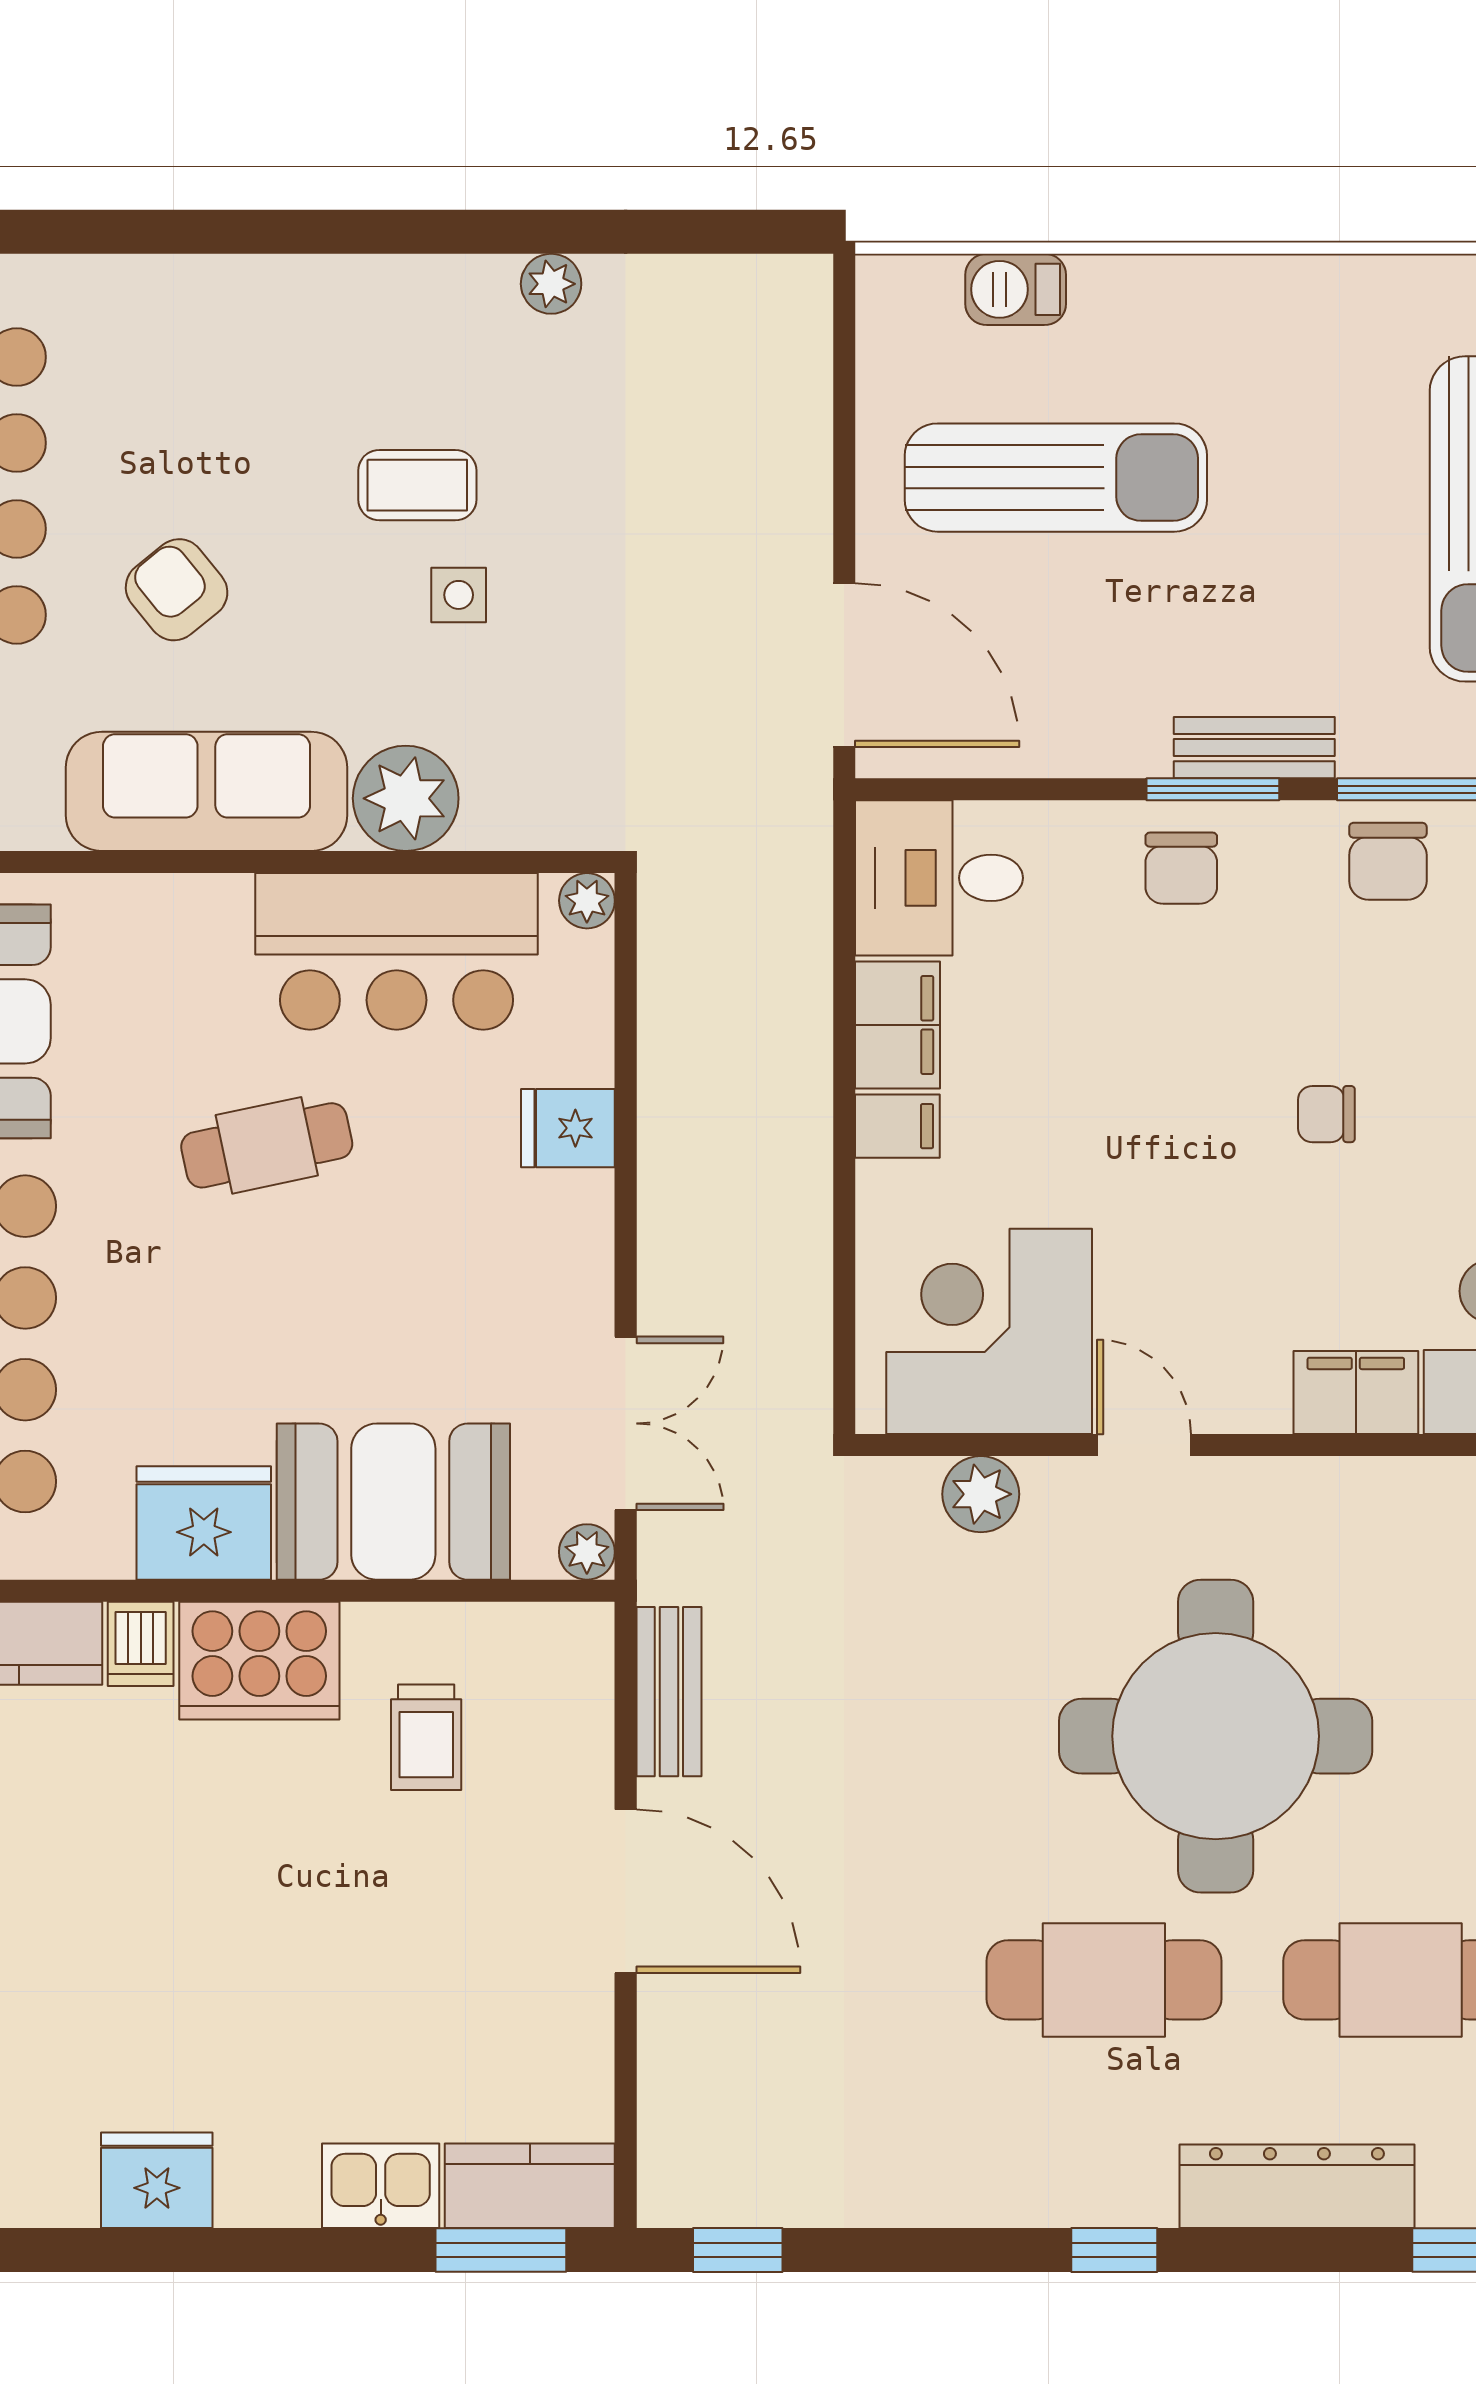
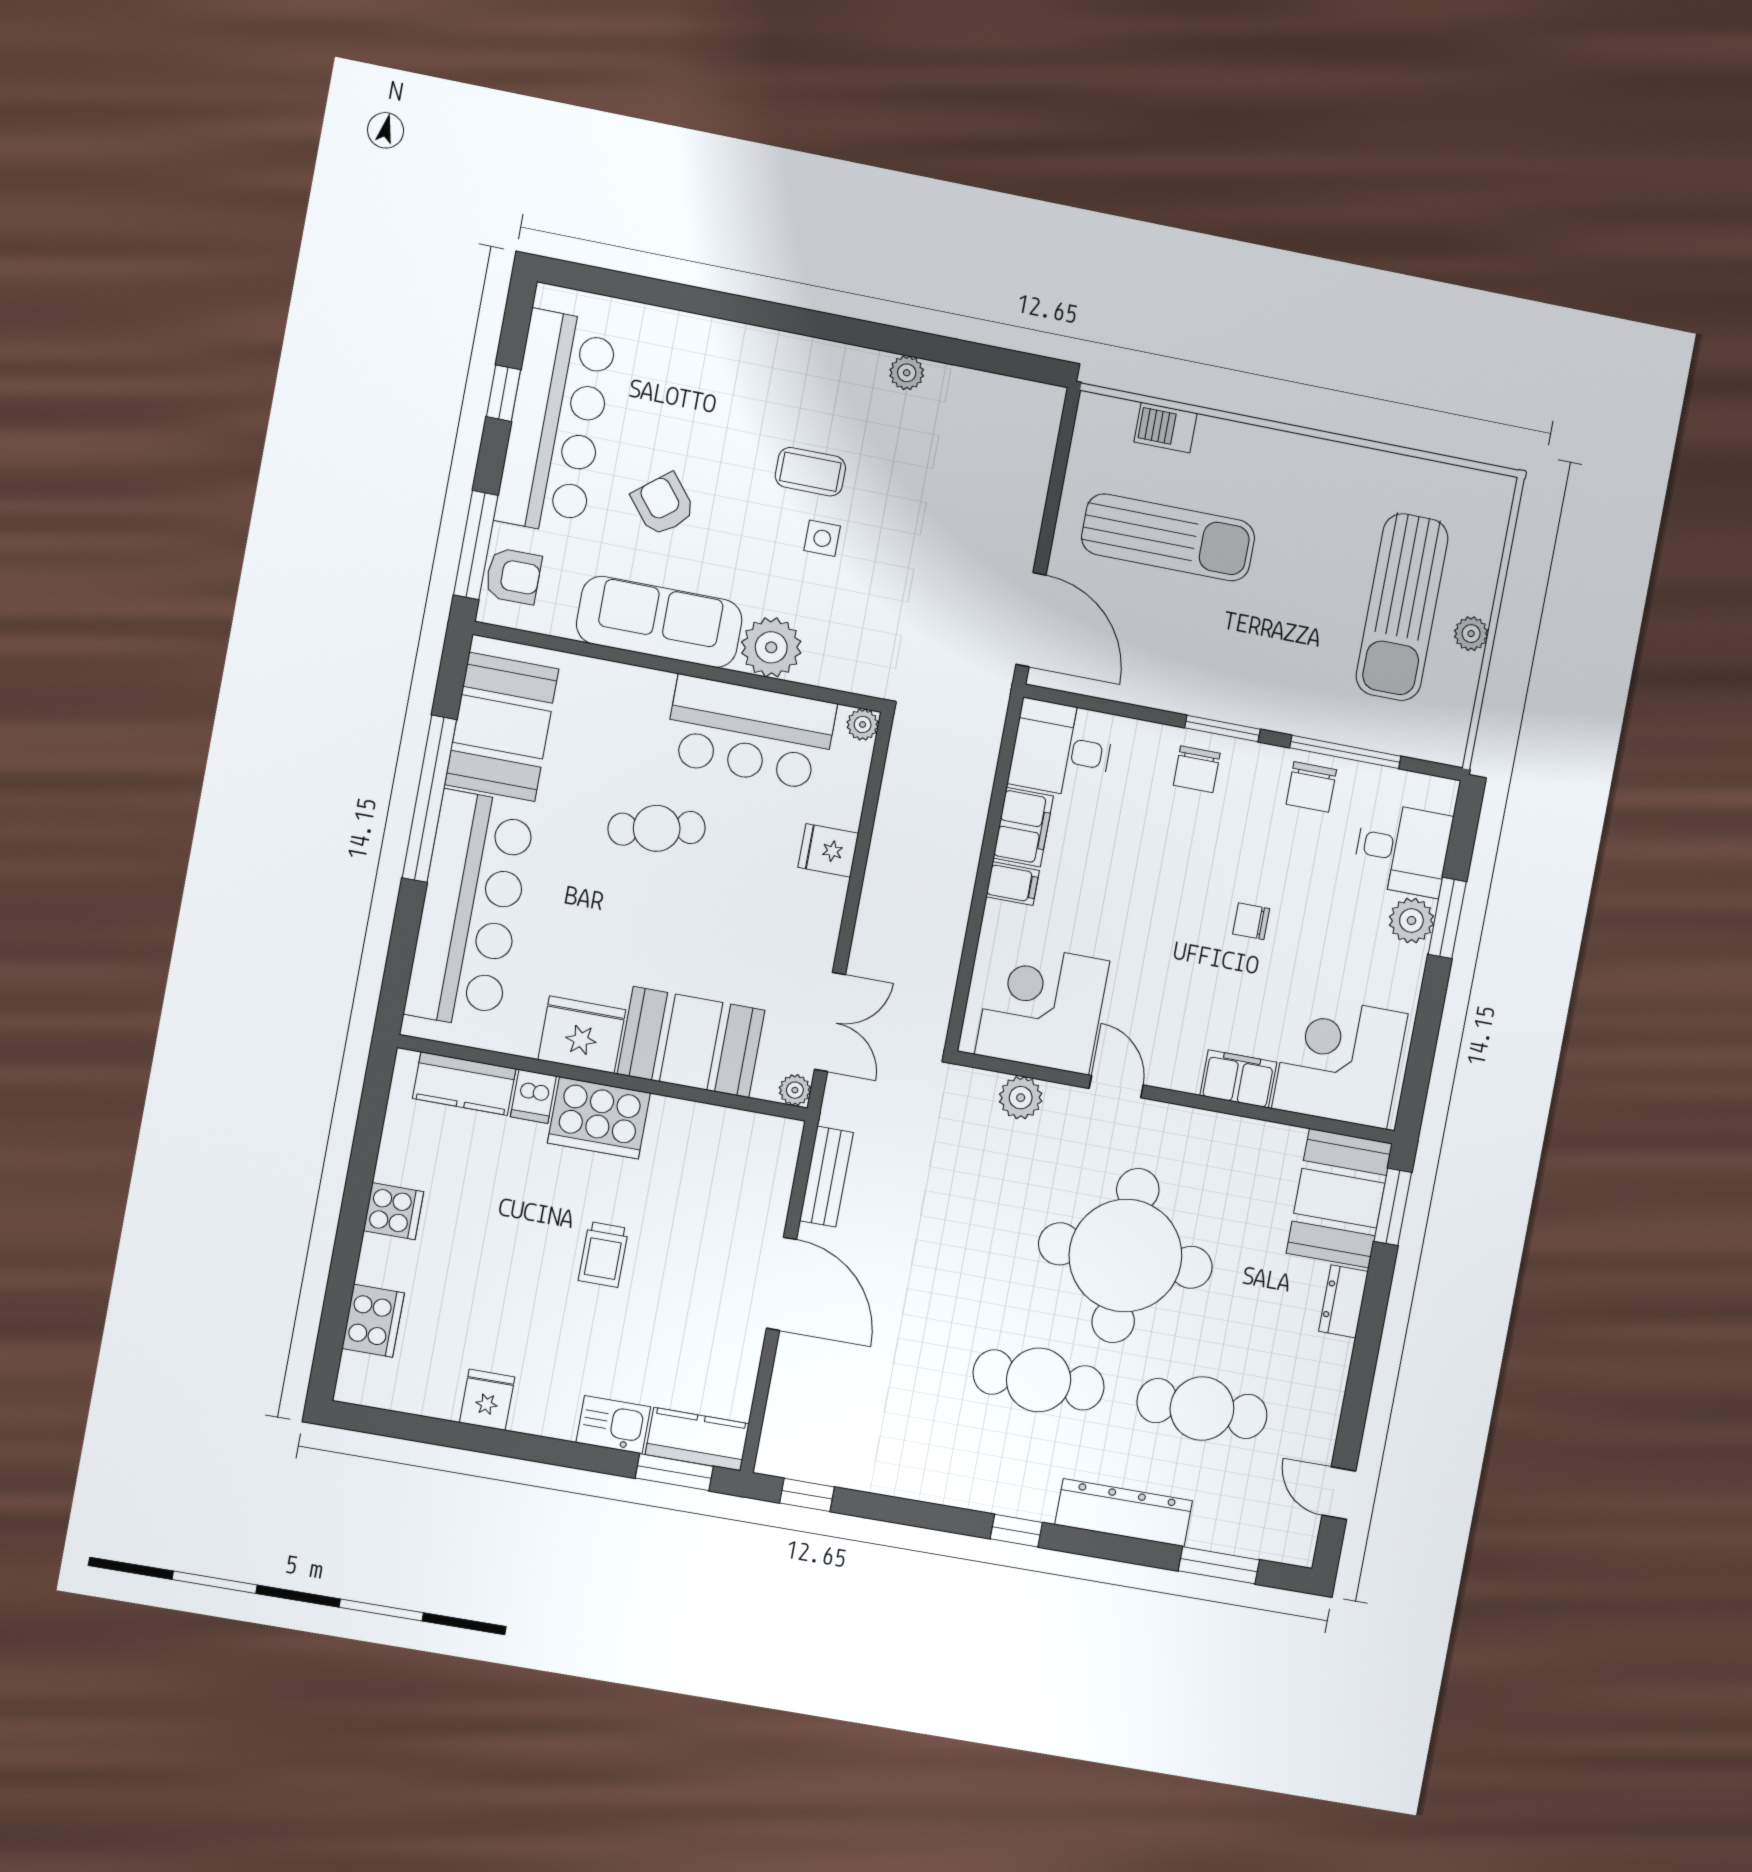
bench: (1254, 748) -> (1250, 710), removed
trolley: (426, 1737) -> (603, 1254), moved
fridge: (157, 2180) -> (487, 1400), width x0.72

